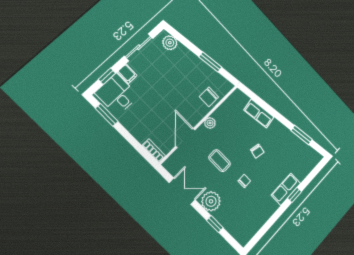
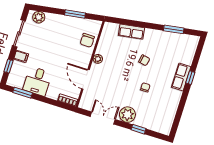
desk: (117, 94) -> (37, 81), moved, turned -90
coffee table: (220, 161) -> (119, 82), removed

